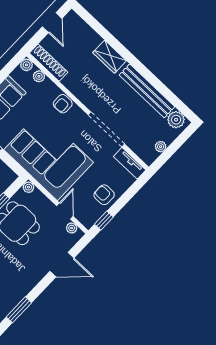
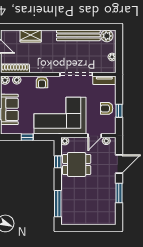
wardrobe: (110, 57) -> (31, 36), moved
door: (65, 211) -> (95, 136), swing flipped
window: (104, 221) -> (119, 111), moved
window: (19, 310) -> (119, 193), moved

